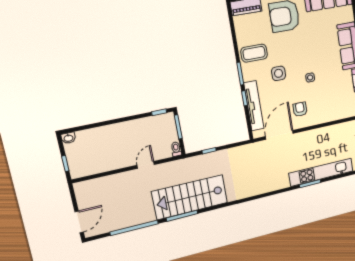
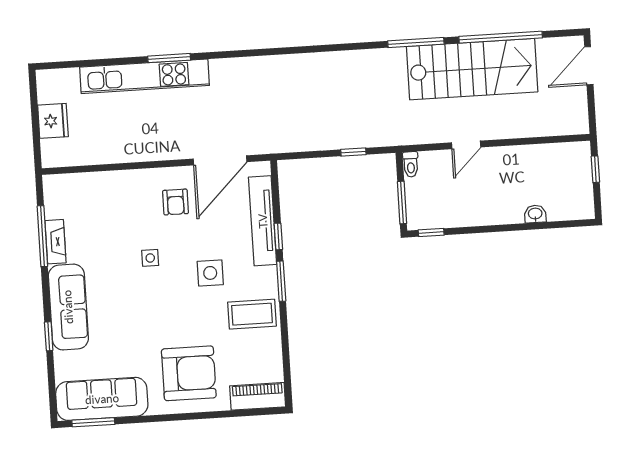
washbasin: (68, 138) -> (535, 214), moved
stairs: (190, 197) -> (472, 69), moved

